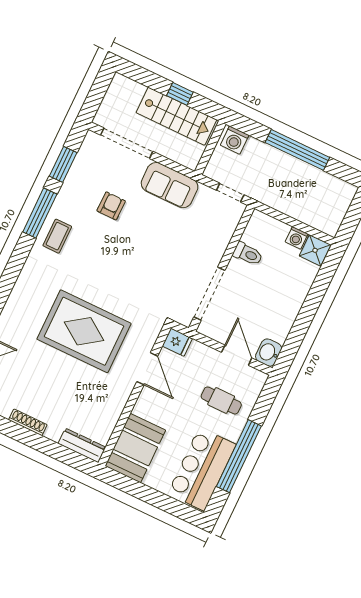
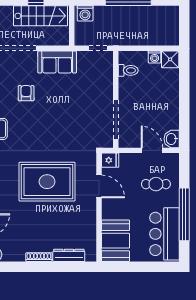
toilet: (248, 254) -> (128, 70), moved
dresser: (82, 445) -> (69, 255), moved

